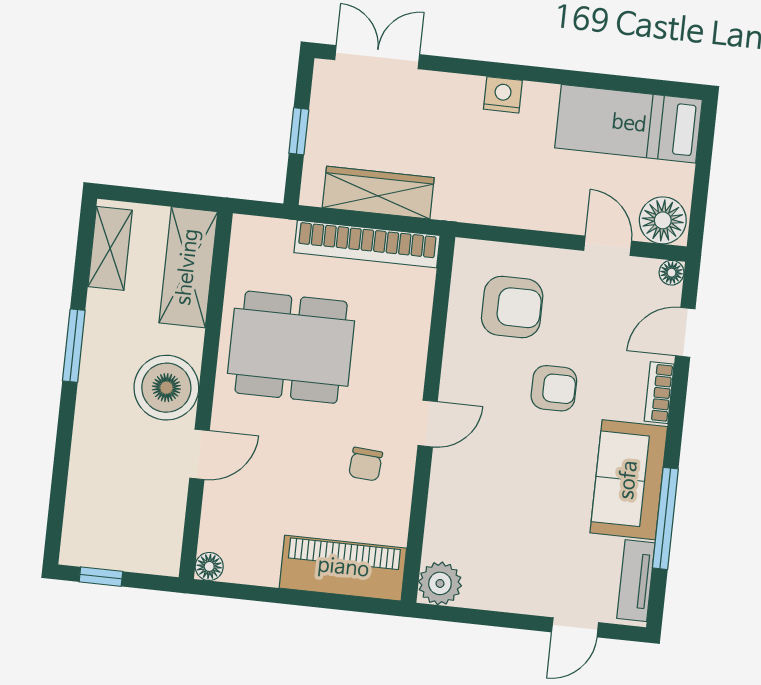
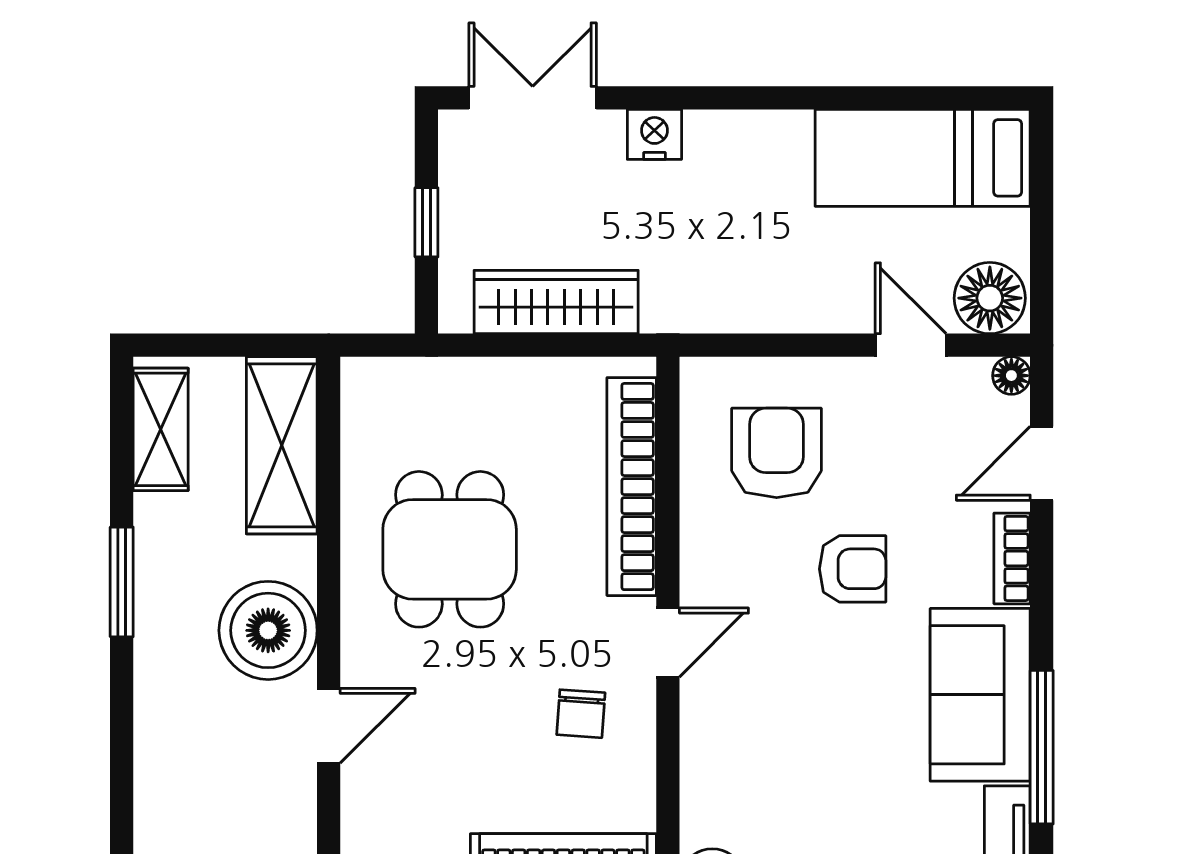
nightstand: (503, 95) -> (654, 134), moved
bookcase: (367, 244) -> (632, 487), moved, turned 90
armchair: (512, 307) -> (777, 453), turned -90
dining table: (291, 347) -> (450, 549), width x0.73

